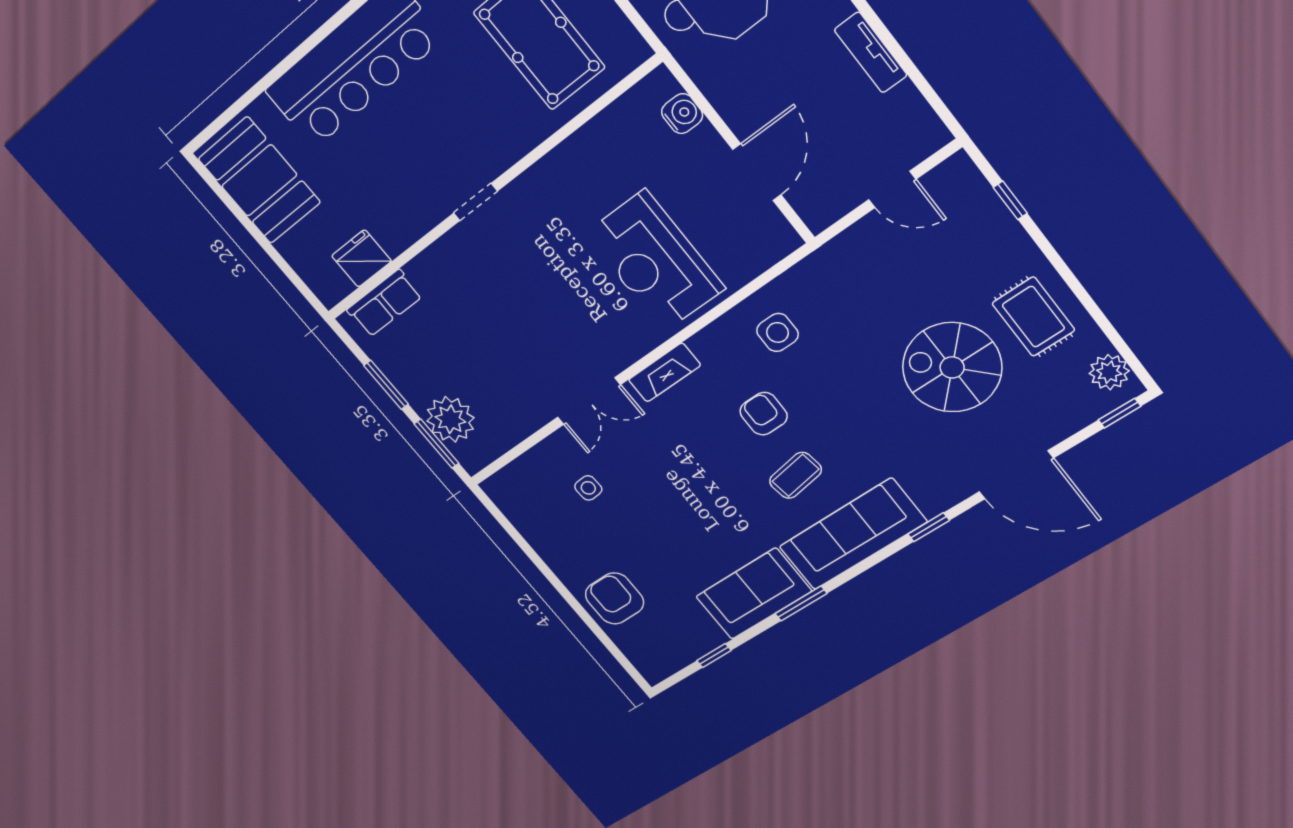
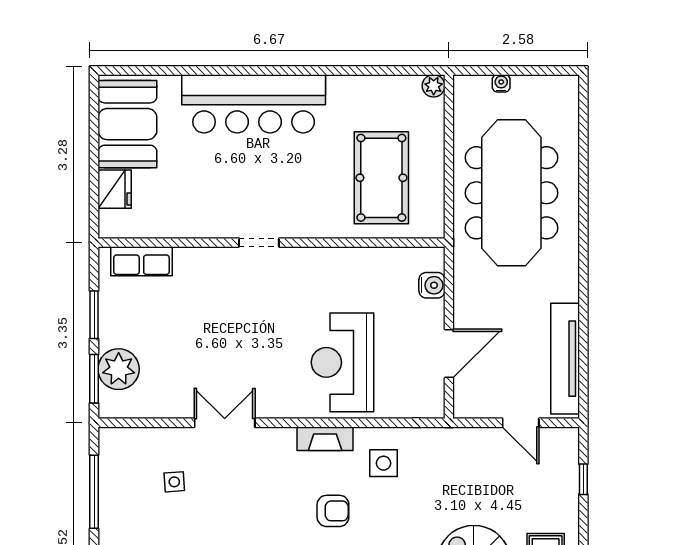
tv unit: (871, 52) -> (565, 359), width x1.92, depth x1.29
fridge: (361, 258) -> (115, 189), moved, turned 90
fireplace: (664, 372) -> (325, 439), moved
double door: (589, 401) -> (225, 423), swing flipped
armchair: (764, 414) -> (333, 511), turned 90
window: (524, 545) -> (94, 492), added

